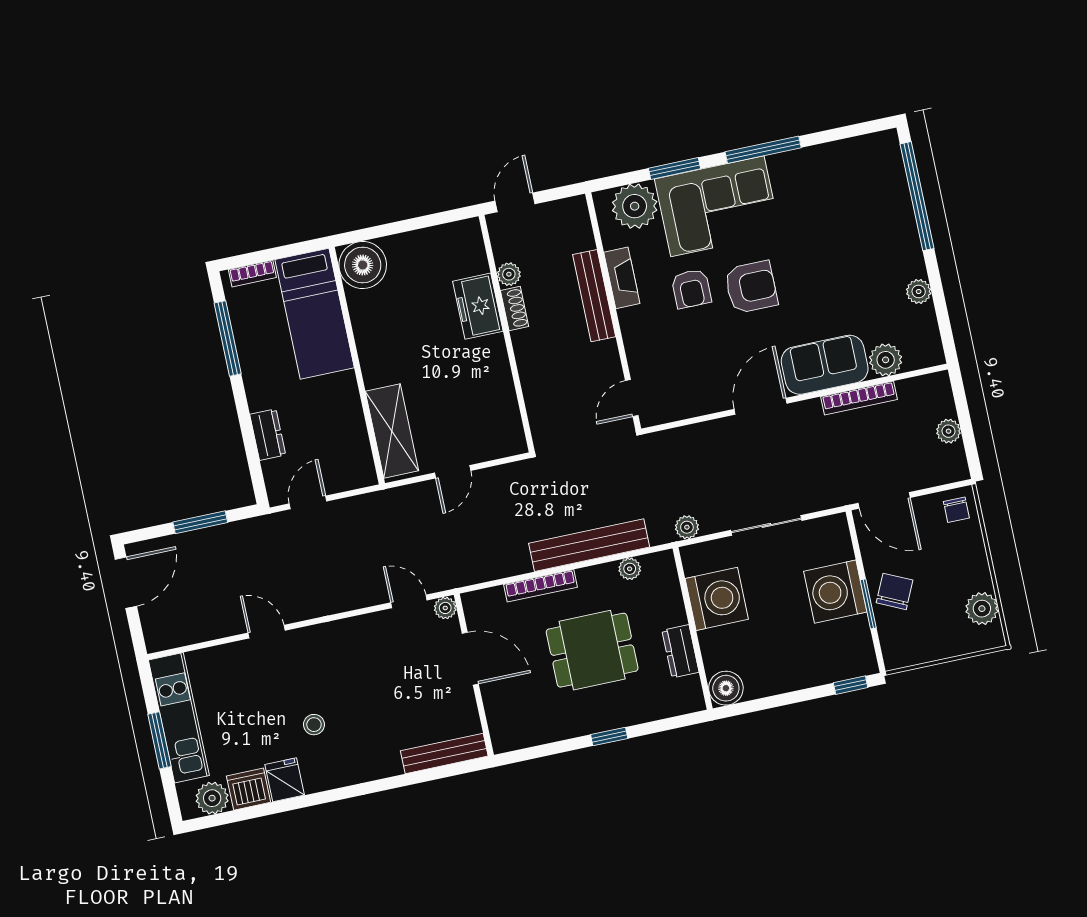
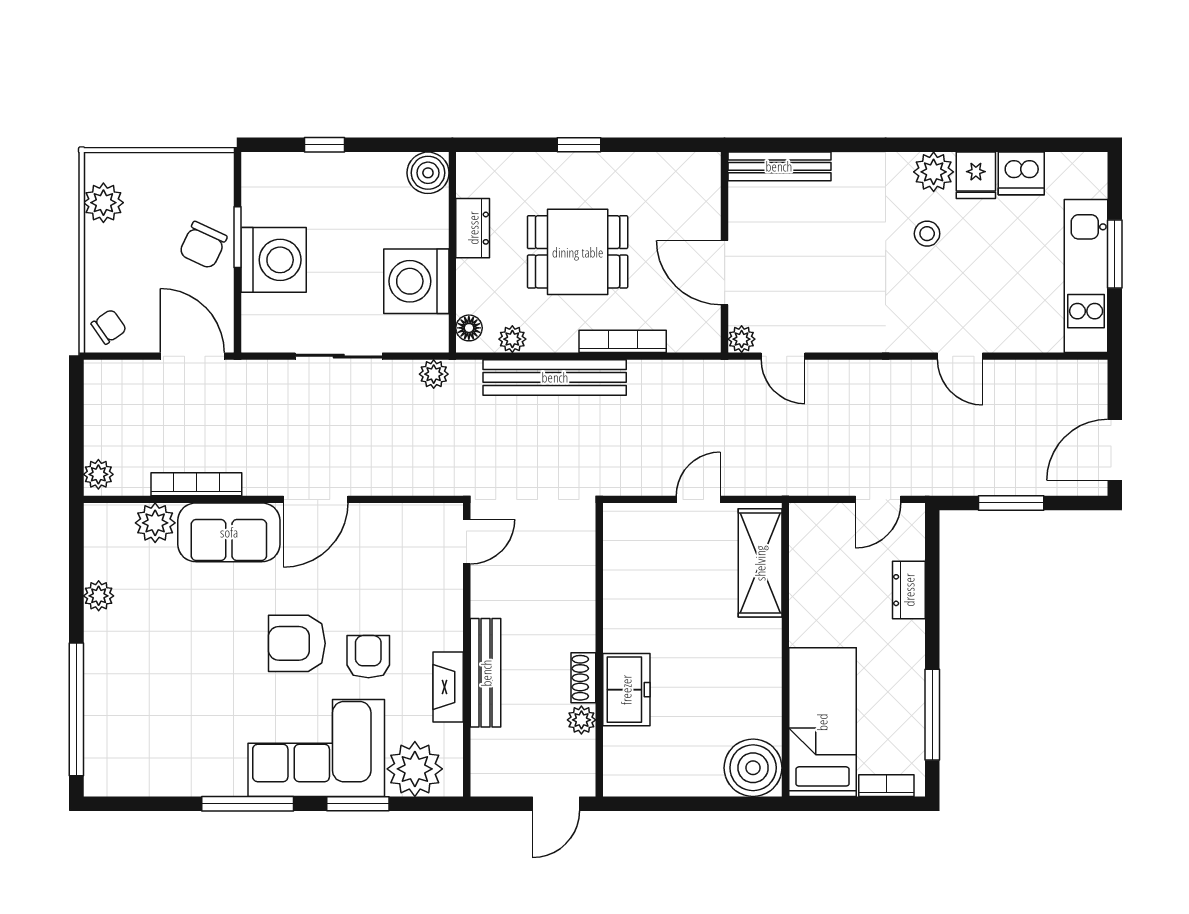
plant: (949, 431) -> (98, 474), moved
chair: (956, 510) -> (109, 327), turned 55
floor lamp: (666, 570) -> (469, 328), added
window: (851, 685) -> (325, 145), moved
plant: (212, 798) -> (934, 172), moved

